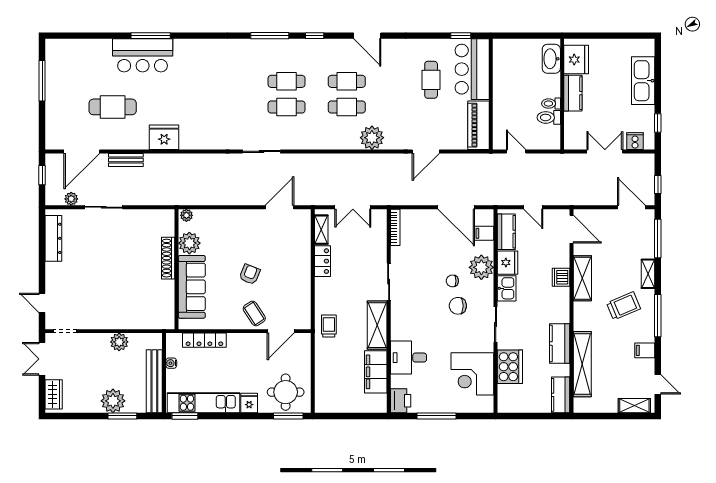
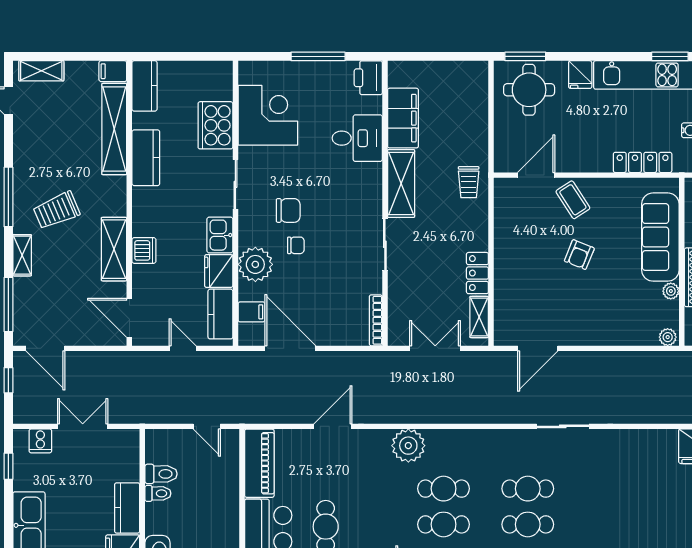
double door: (605, 151) -> (83, 426), swing flipped
plant: (189, 243) -> (671, 291), width x0.53, depth x0.53
filing cabinet: (645, 350) -> (113, 71), moved, turned 180

